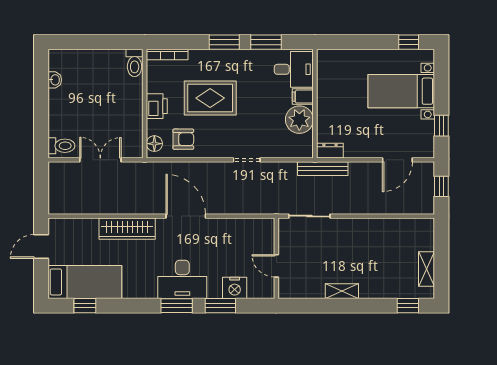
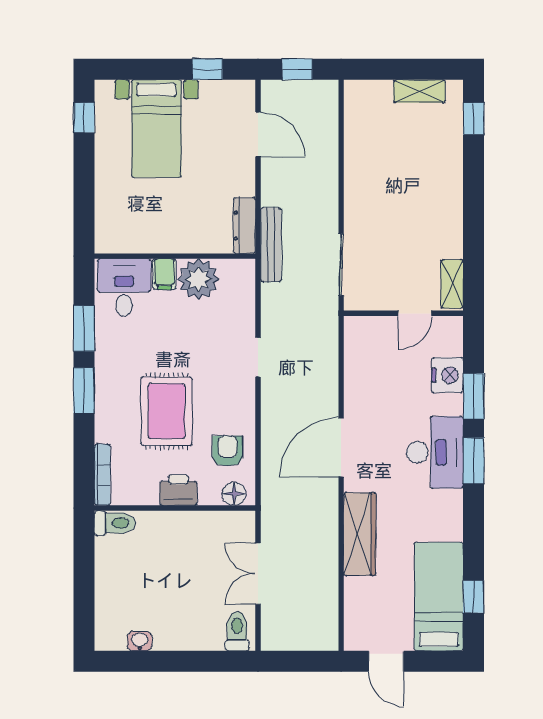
dresser: (330, 151) -> (244, 225), width x1.44
shelving: (342, 291) -> (452, 284), moved

